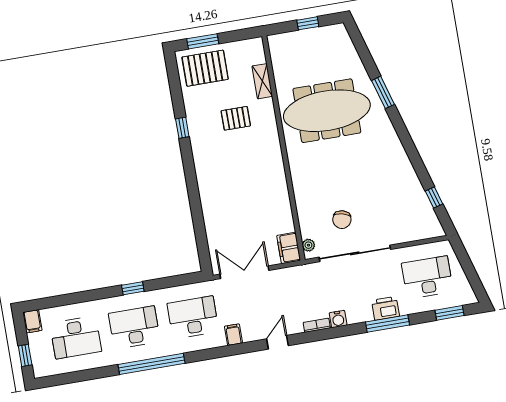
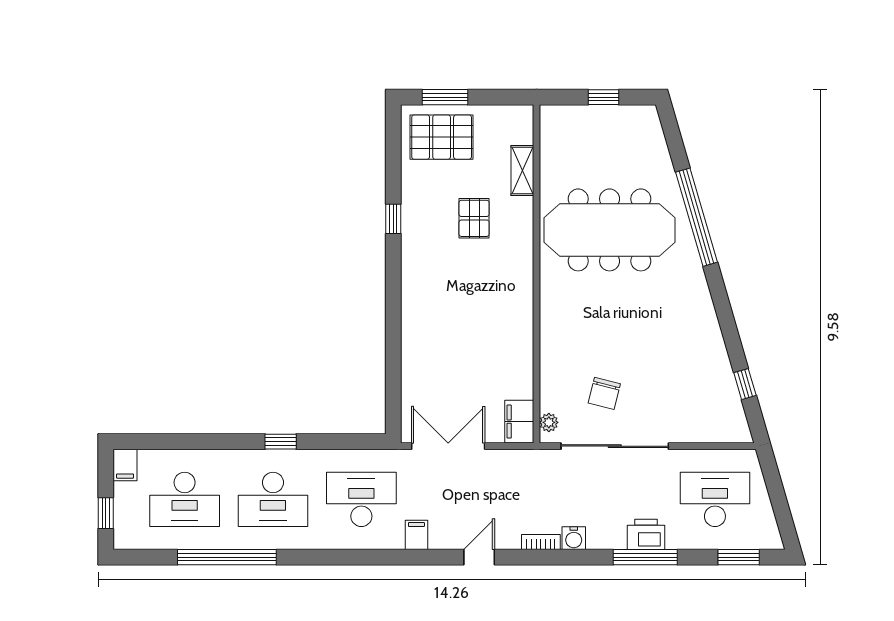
window: (383, 92) -> (696, 217), width x2.11
pallet: (236, 118) -> (474, 218), turned 90
desk: (134, 327) -> (273, 499), turned 180
window: (151, 364) -> (227, 557), moved

